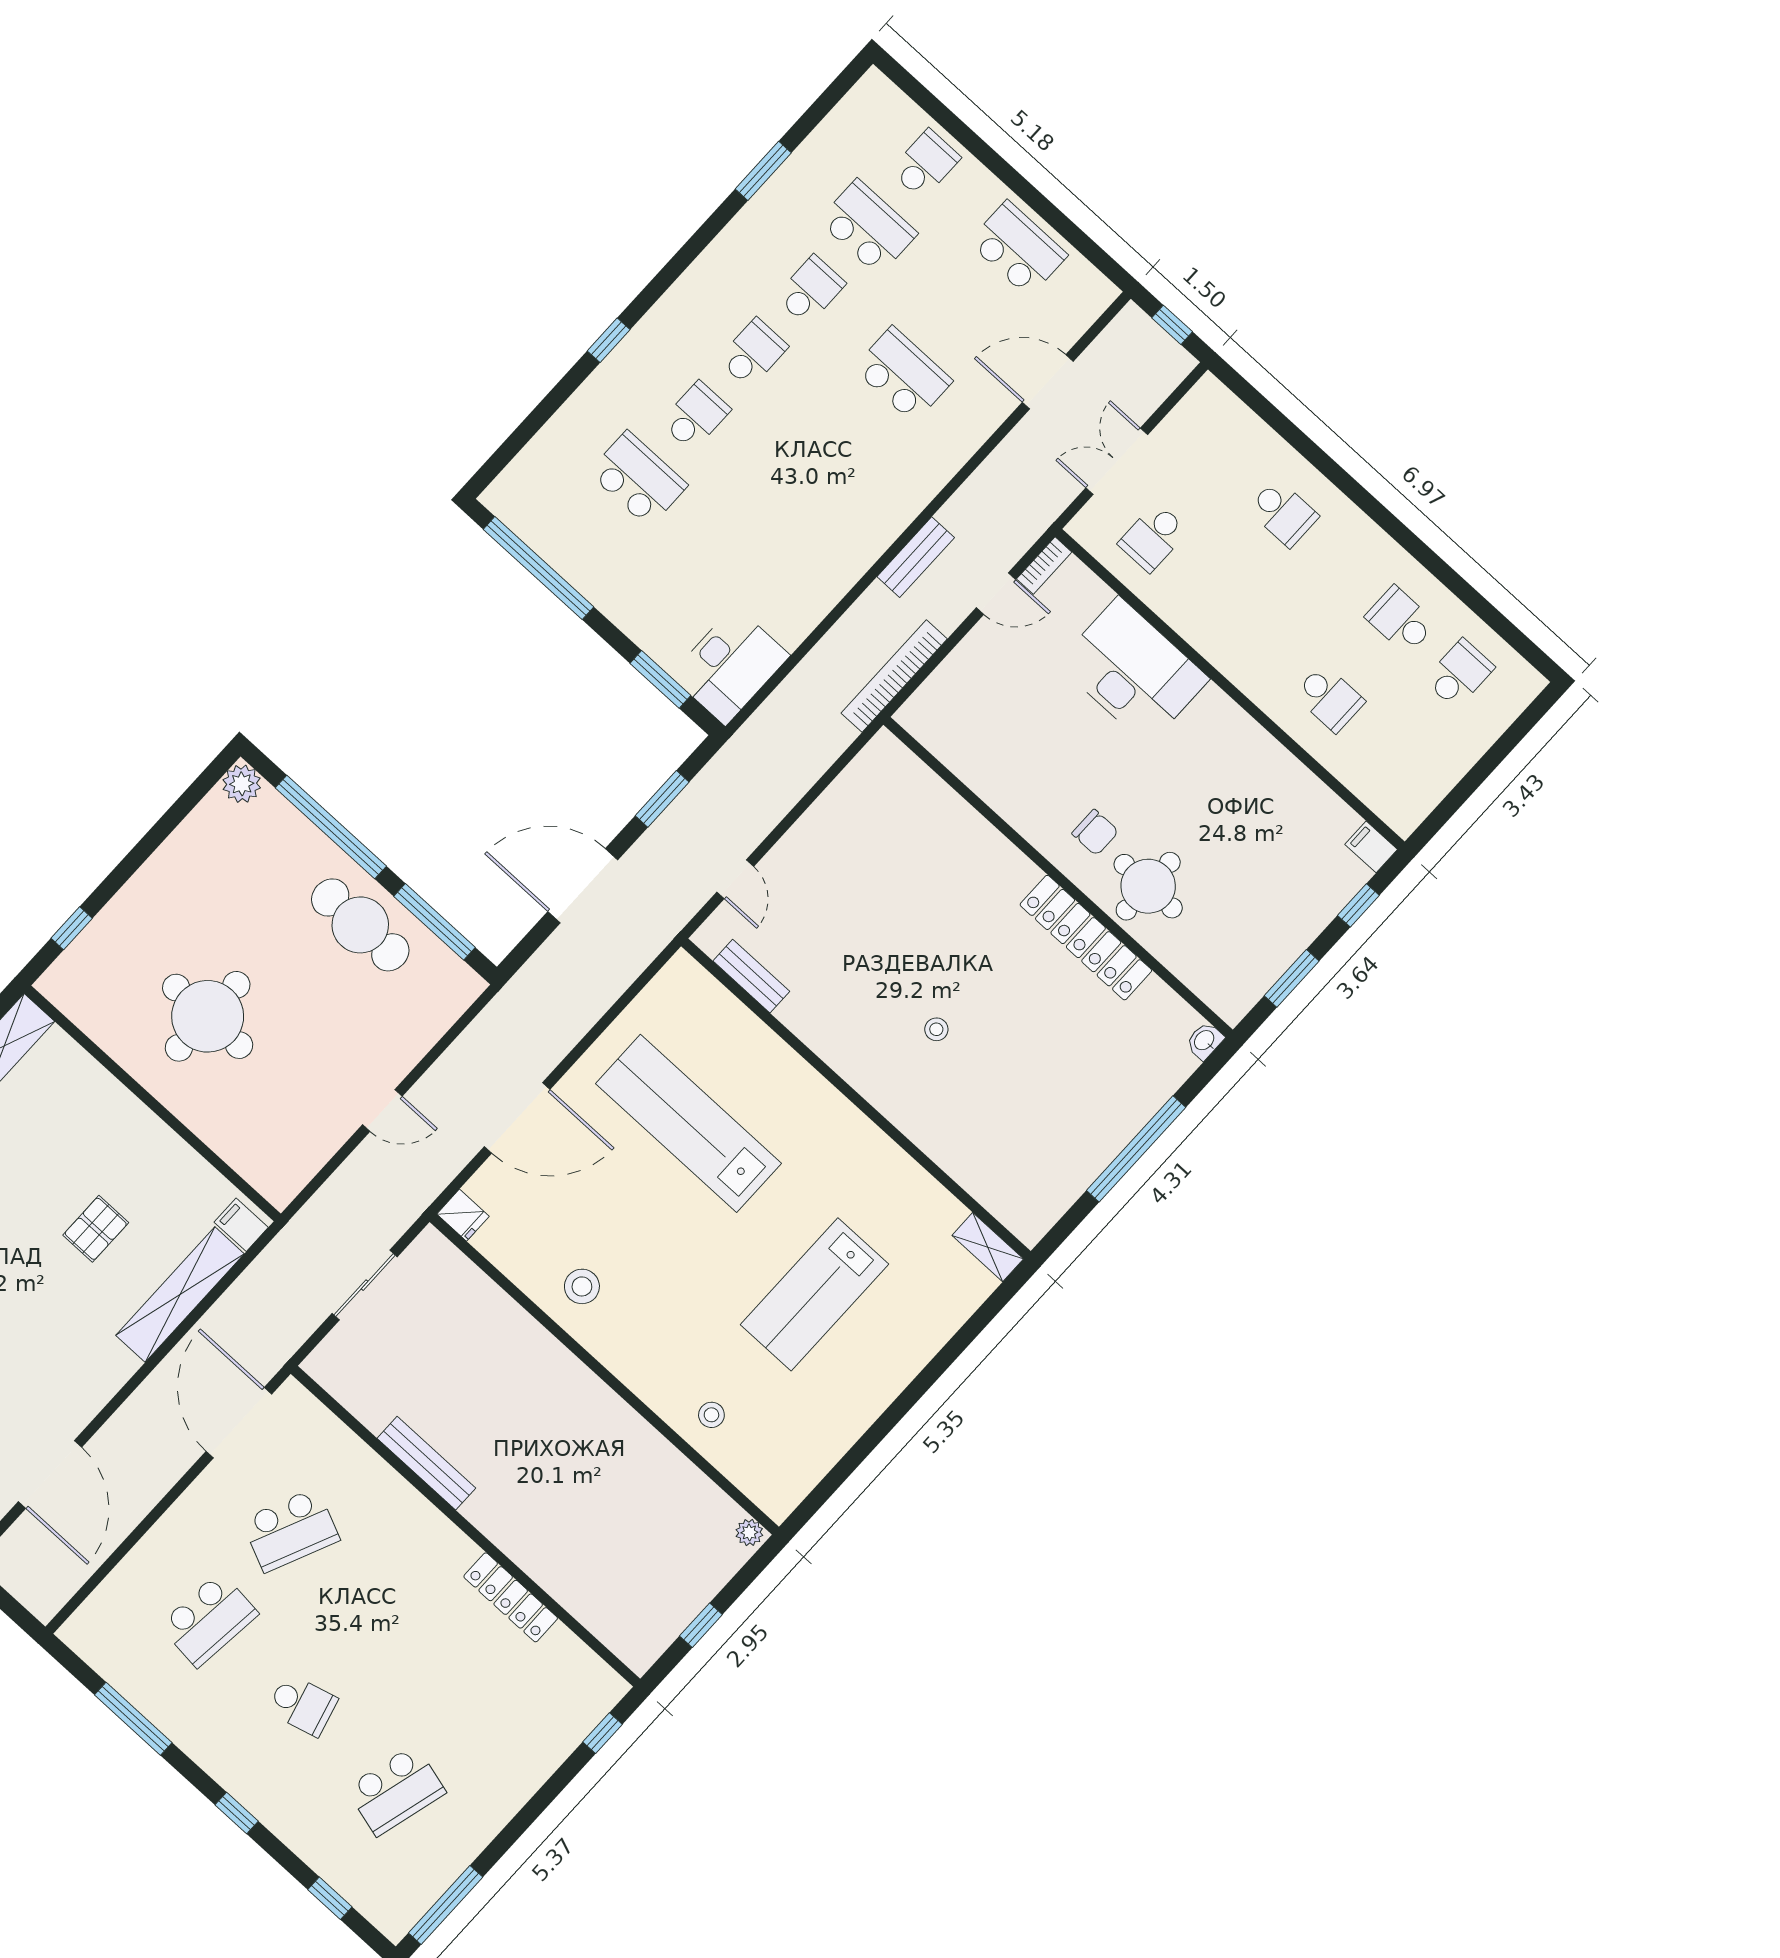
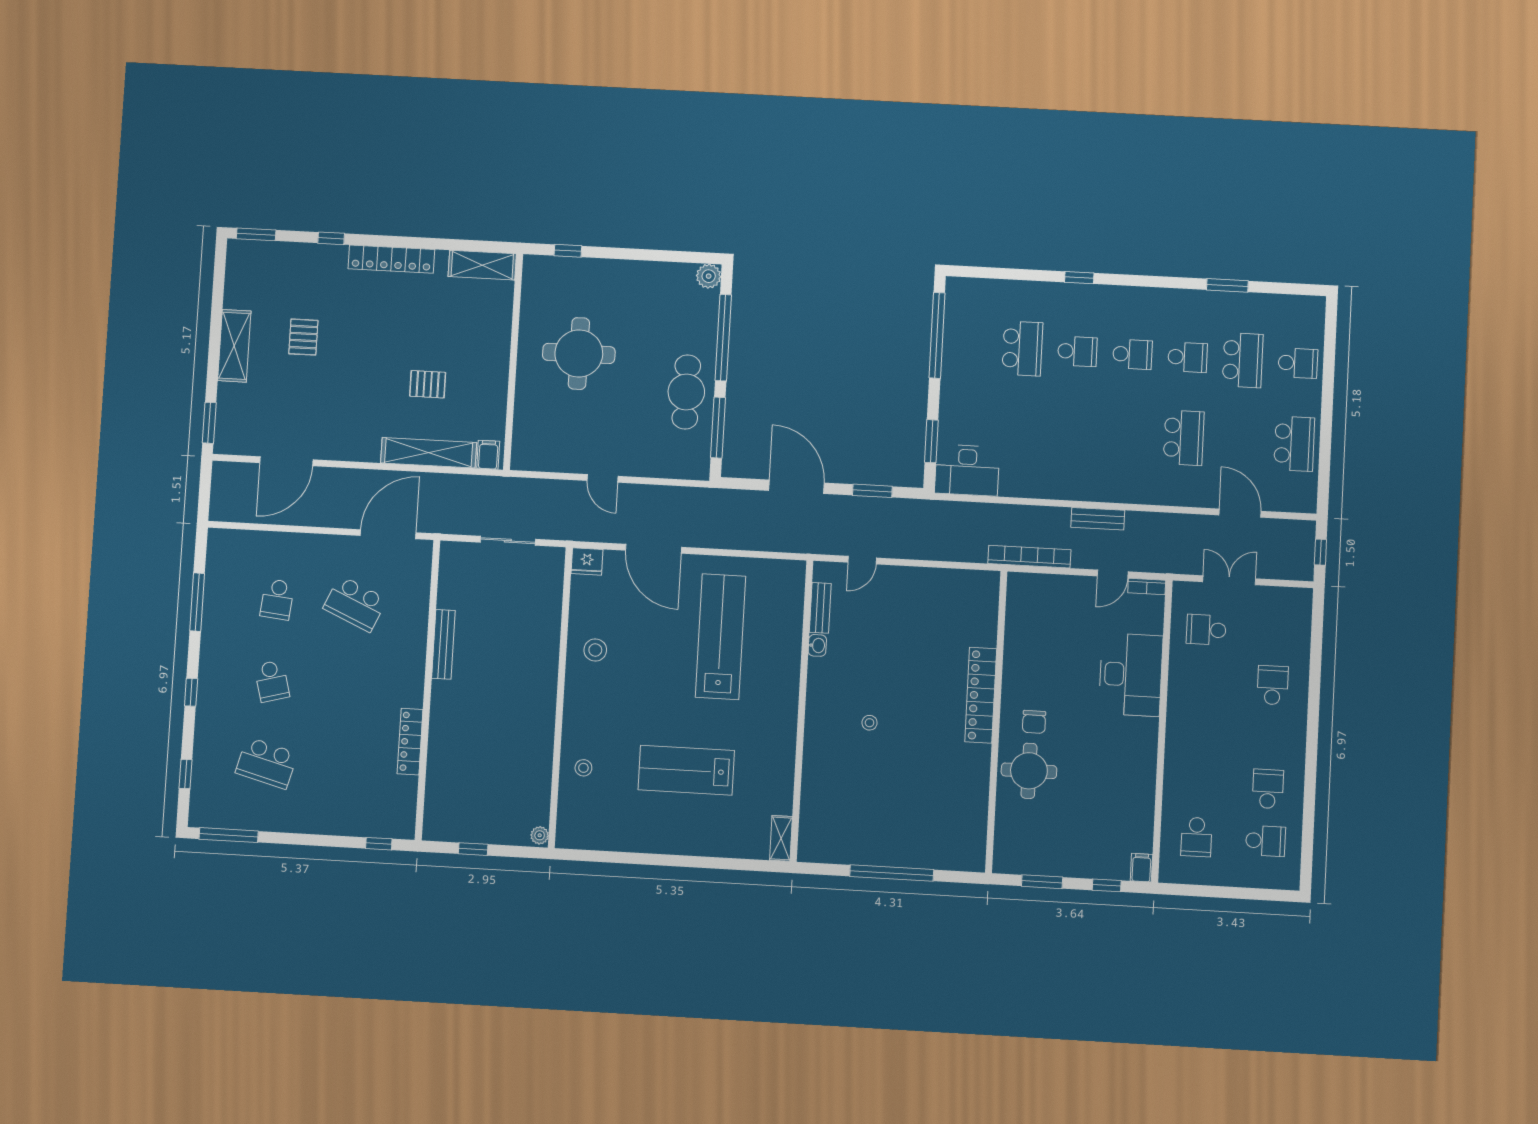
school desk: (1283, 513) -> (1273, 685), turned 180
door: (996, 594) -> (1113, 574), hinge flipped
school desk: (1329, 698) -> (1196, 837), moved
locker: (1086, 938) -> (981, 695), moved
washbasin: (1205, 1041) -> (817, 645), moved, turned 90
fridge: (463, 1215) -> (587, 562), width x1.38
school desk: (209, 1620) -> (277, 599), width x0.54

